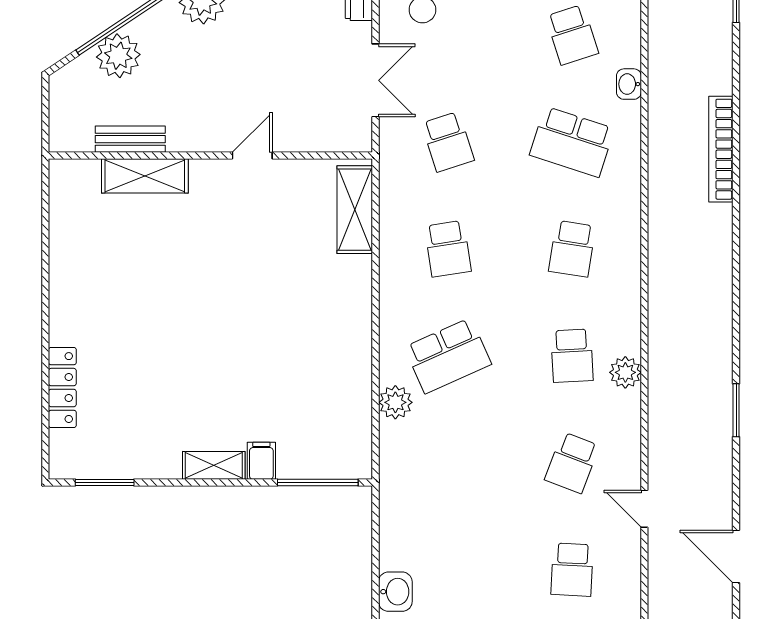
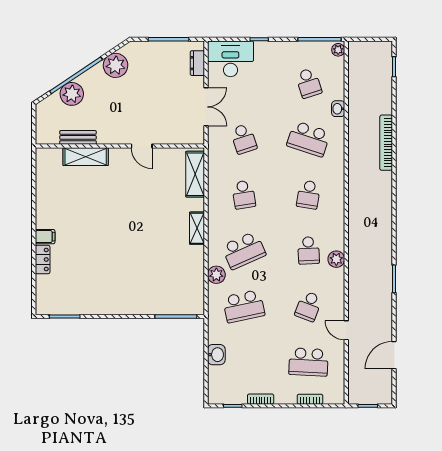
door: (252, 156) -> (142, 146), swing flipped
locker: (62, 388) -> (43, 259), width x0.66
filing cabinet: (261, 461) -> (45, 237), moved, turned 90
school desk: (448, 463) -> (244, 306), added
shelving: (214, 465) -> (197, 228), moved, turned 90
door: (736, 557) -> (394, 355), hinge flipped
school desk: (572, 570) -> (309, 362), width x1.85
washbasin: (395, 592) -> (216, 355), moved

